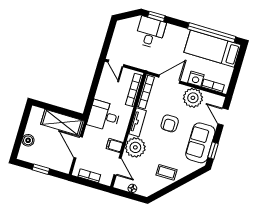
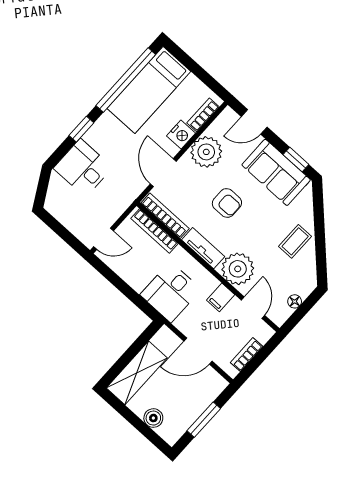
window: (156, 16) -> (81, 129), moved
shelving: (62, 122) -> (137, 373), moved
door: (118, 167) -> (253, 308), hinge flipped
window: (41, 169) -> (204, 420), width x1.50

